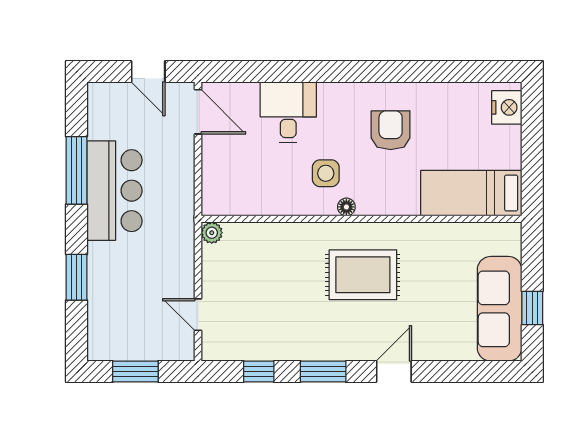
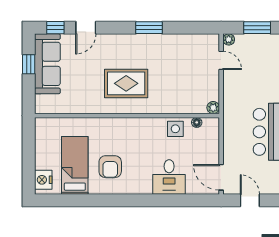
side table: (326, 173) -> (175, 129), moved
bed: (471, 193) -> (75, 165), moved, turned -90
floor lamp: (346, 207) -> (197, 122), moved
plant: (185, 351) -> (229, 39), added
window: (259, 371) -> (55, 28), moved
door: (394, 371) -> (86, 28), moved

